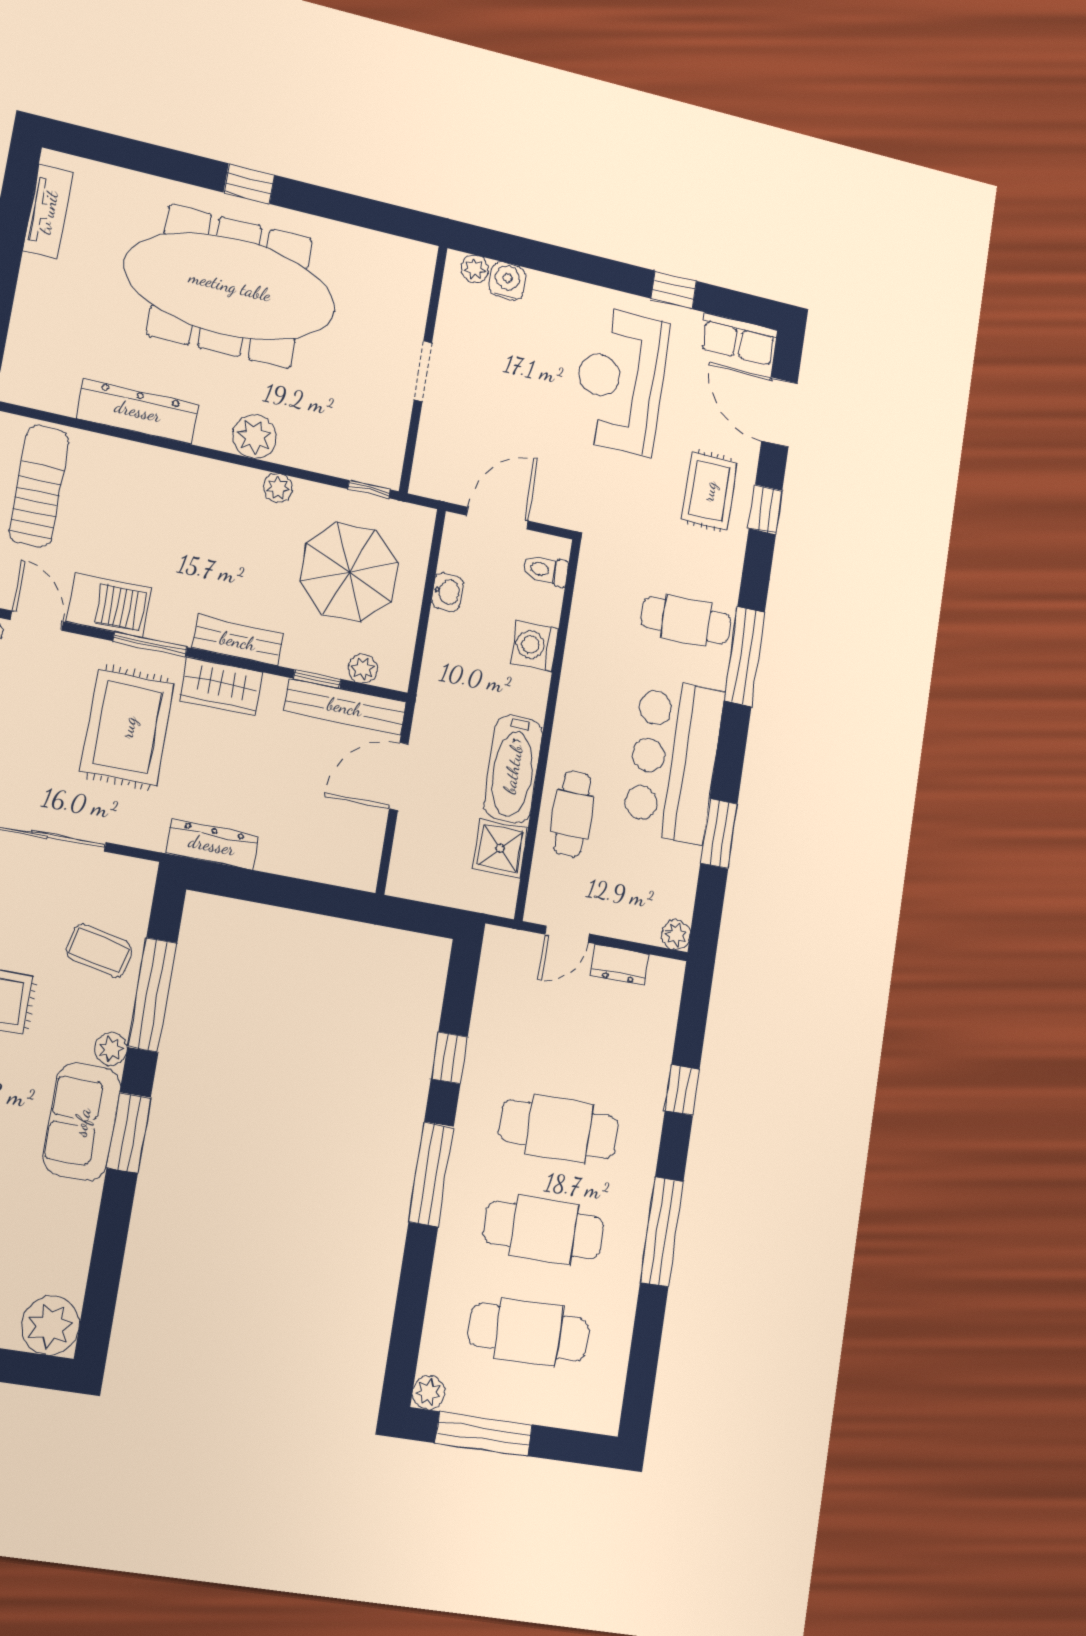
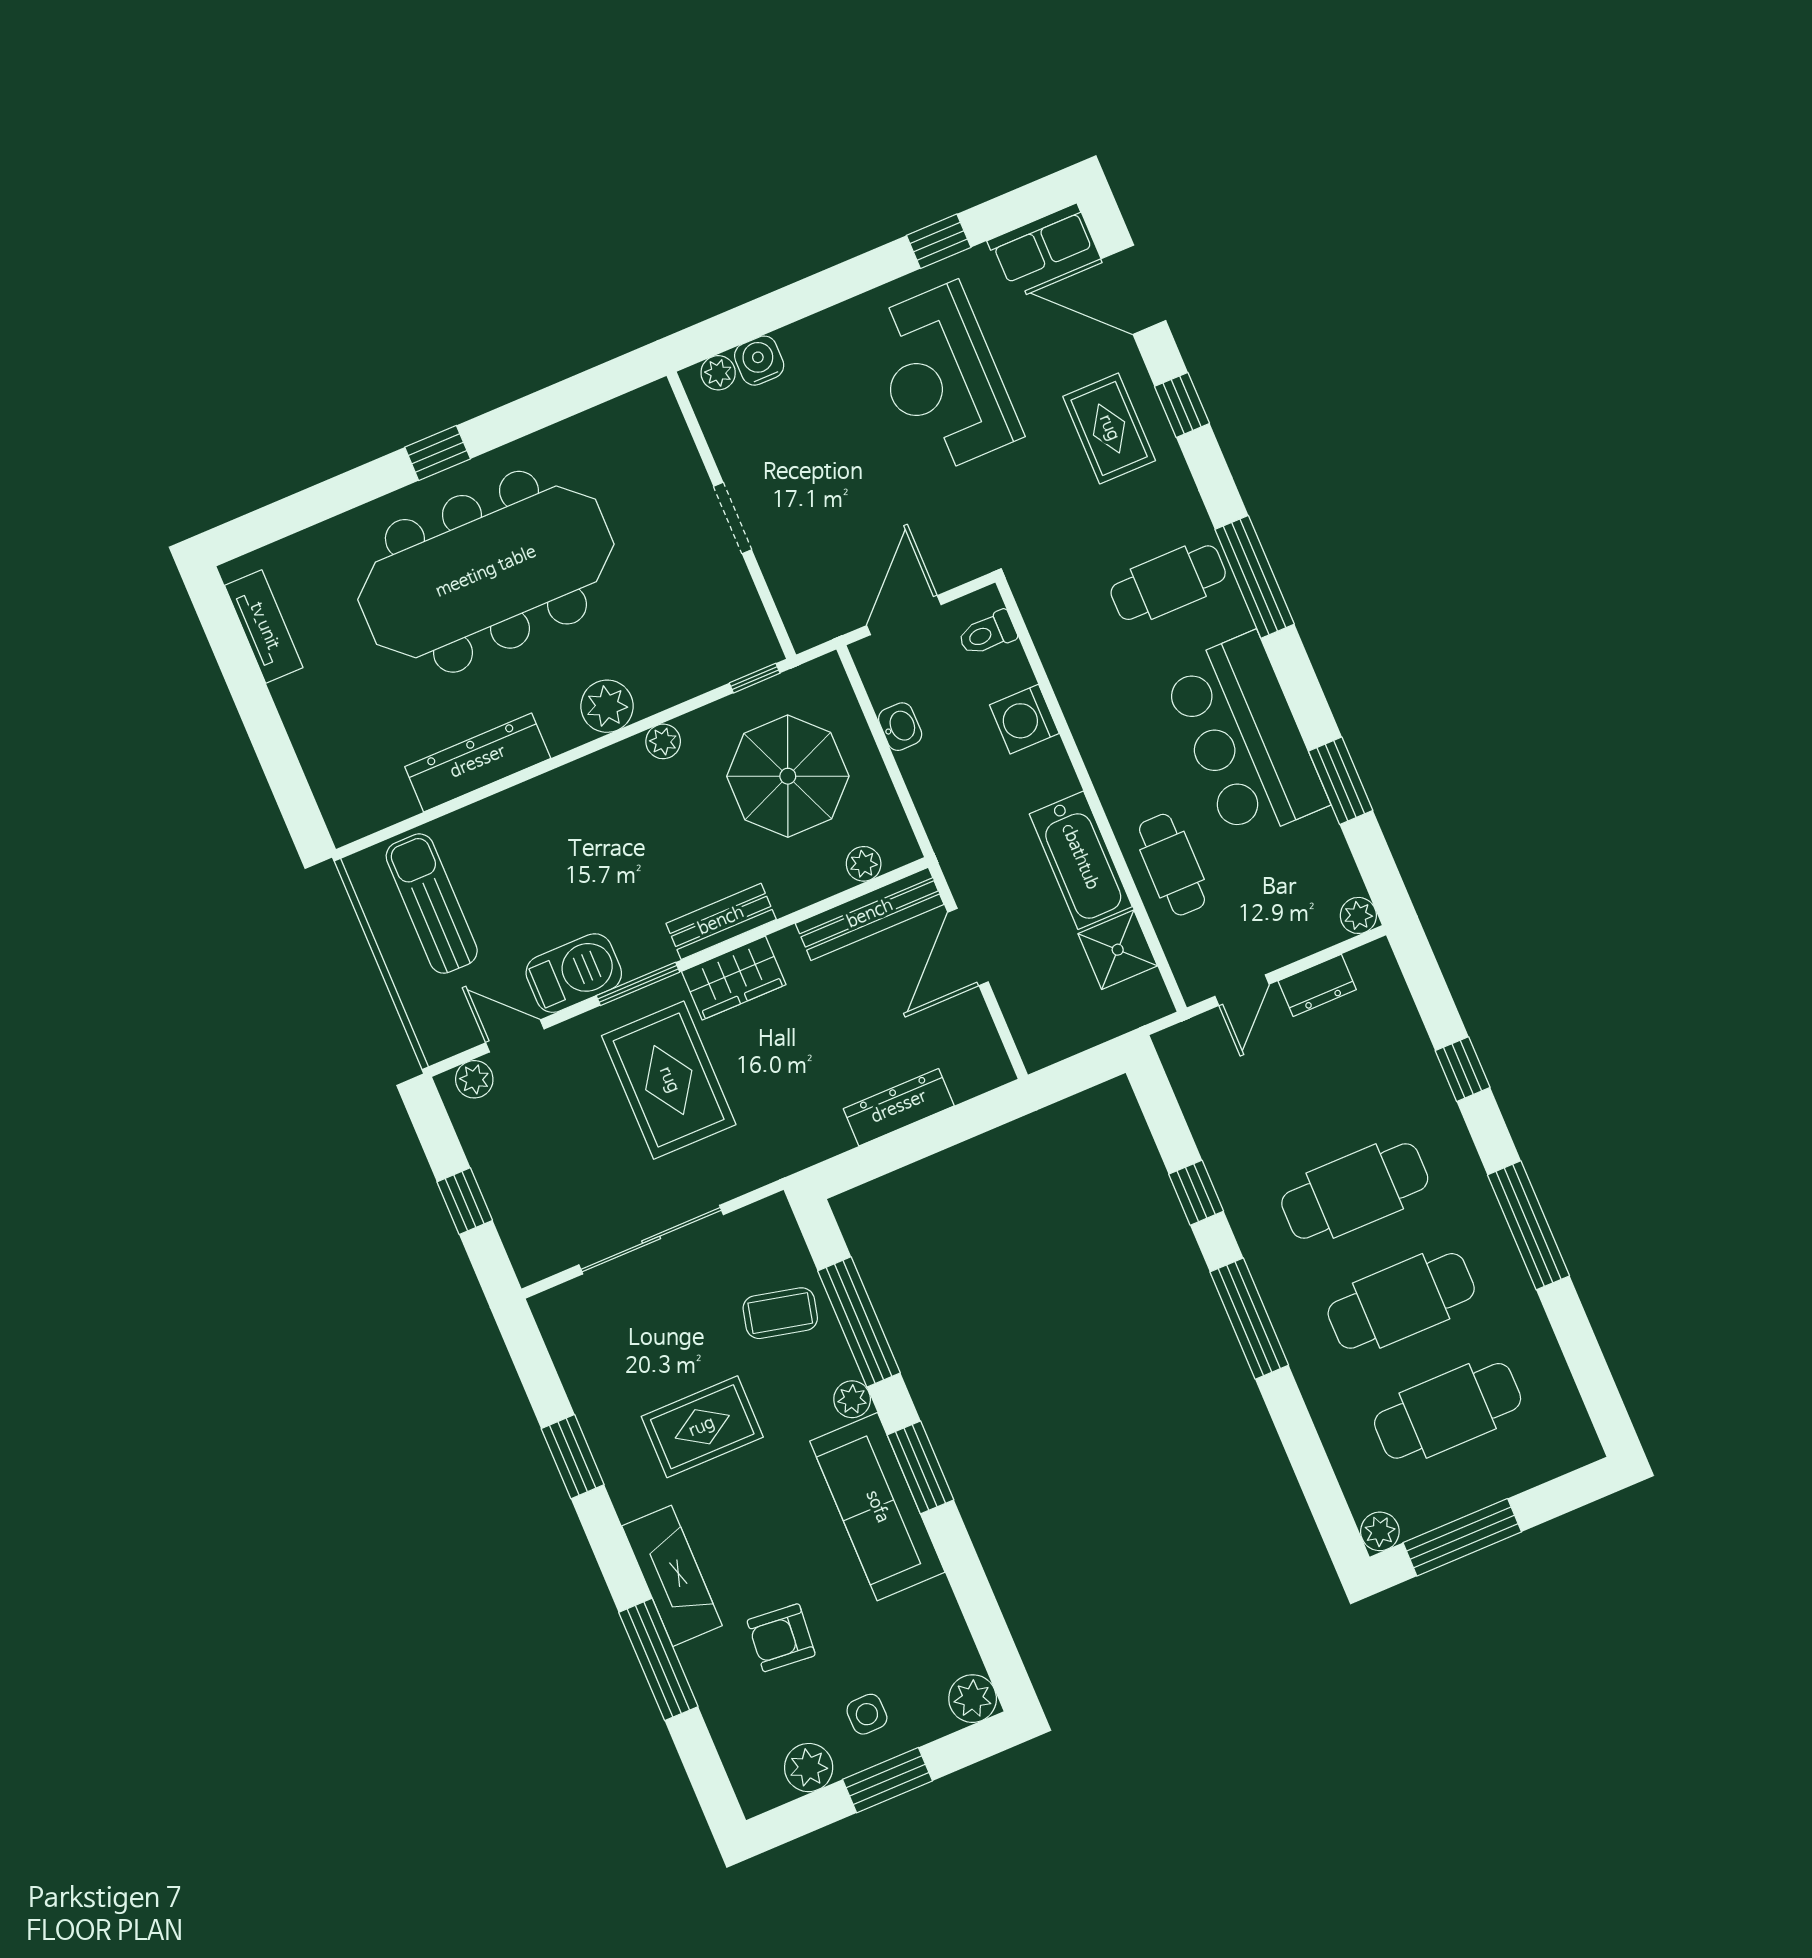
window: (317, 679) -> (824, 905), removed
dresser: (212, 845) -> (899, 1107), moved
sofa: (82, 1122) -> (877, 1507), width x1.36
plant: (50, 1325) -> (973, 1699), width x0.73, depth x0.73

